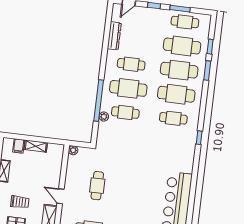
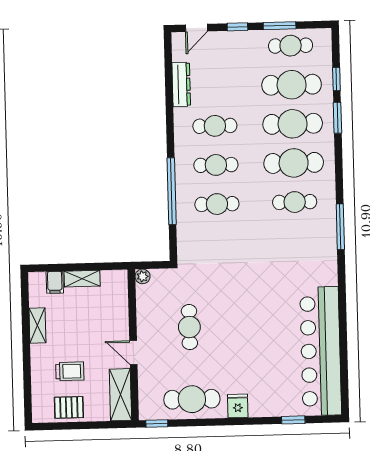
cafe table: (128, 88) -> (216, 165), width x0.73, depth x0.74
plant: (104, 117) -> (184, 215), removed
window: (199, 138) -> (340, 227), width x2.17

